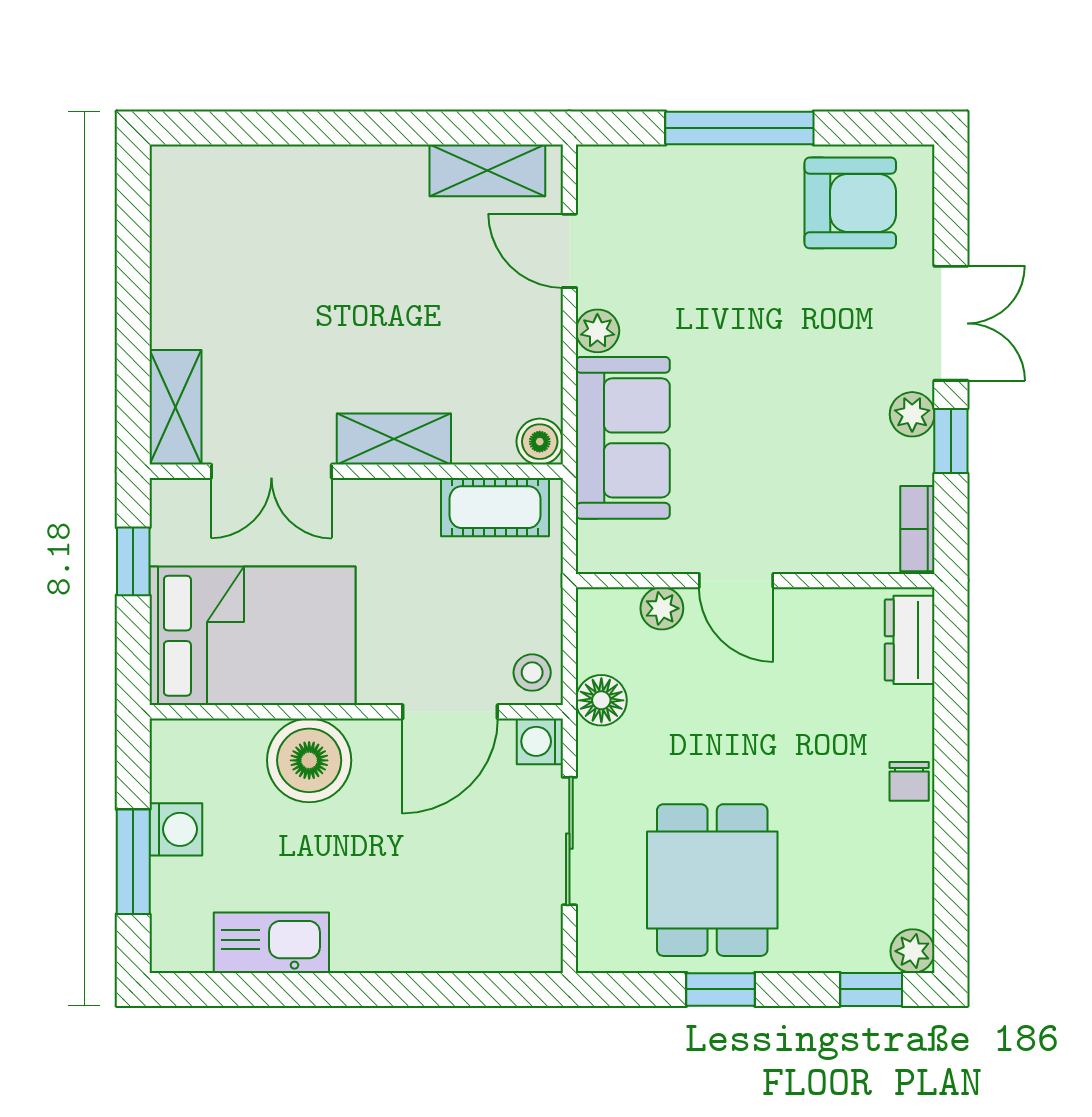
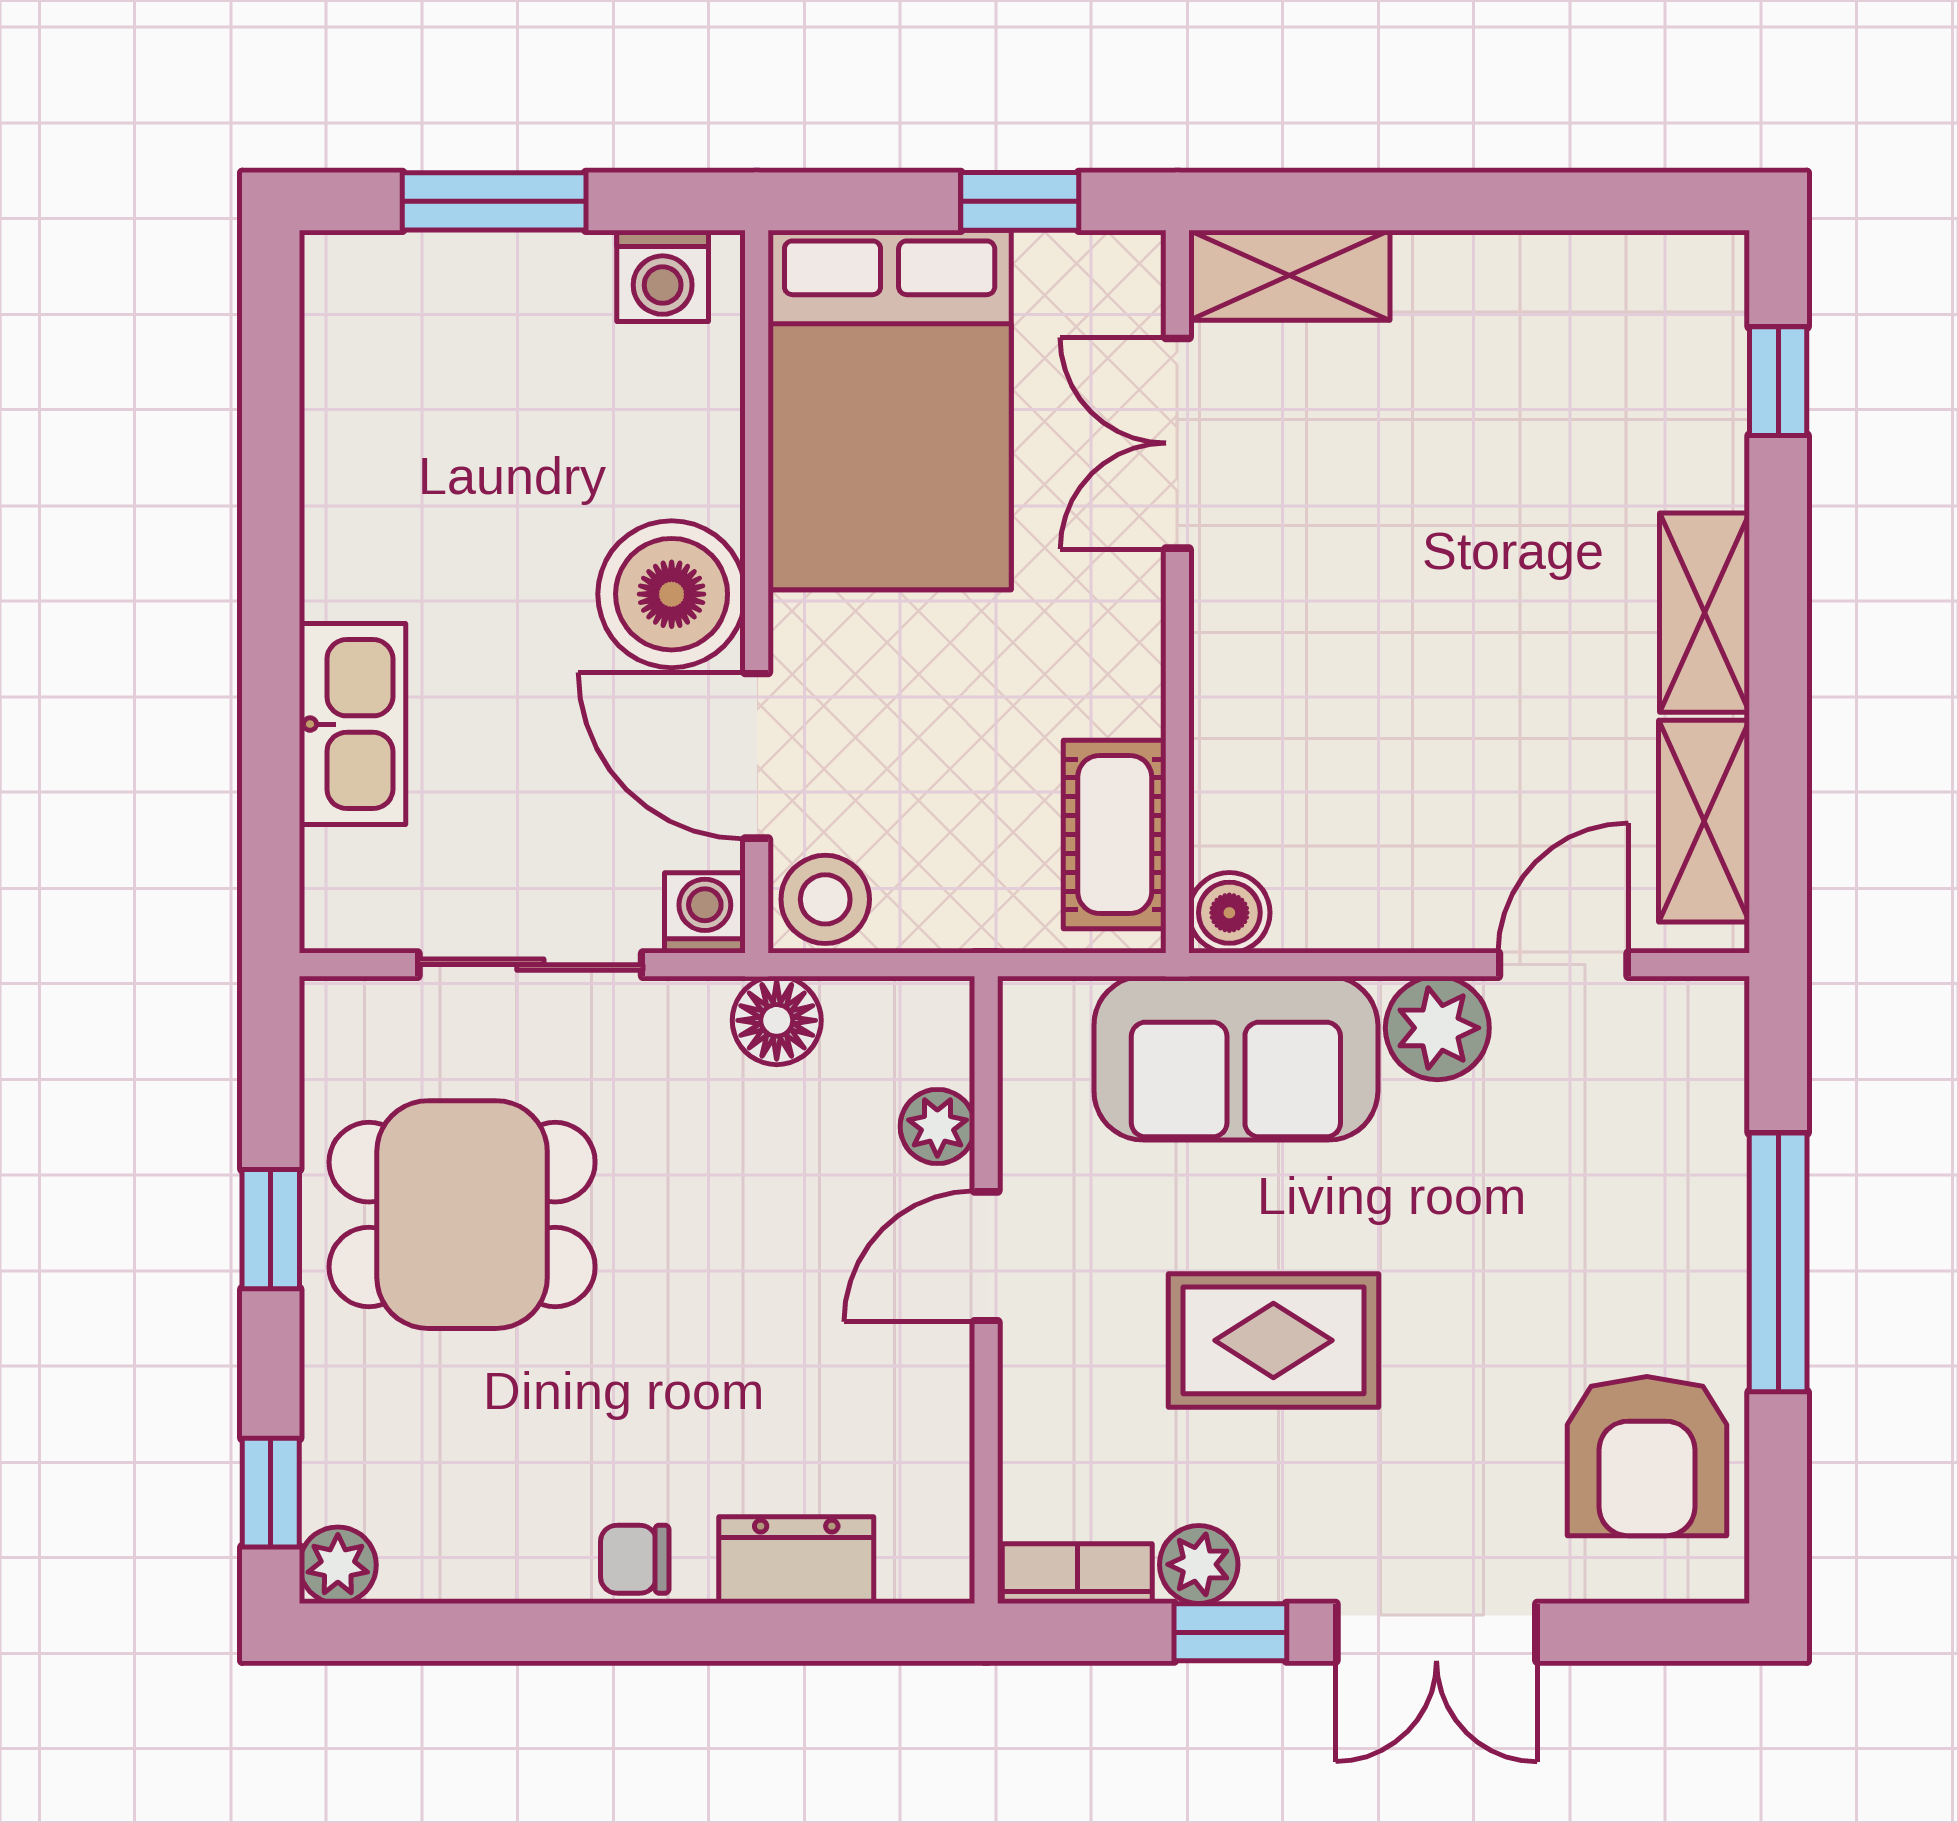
window: (236, 128) -> (1778, 381), added
plant: (597, 331) -> (1437, 1028), width x1.38, depth x1.38
plant: (912, 414) -> (1199, 1564), moved
rug: (784, 416) -> (1273, 1340), added
shelving: (394, 439) -> (1705, 613), moved
dresser: (910, 640) -> (796, 1560), moved
stool: (532, 673) -> (825, 899), width x1.37, depth x1.37
boiler: (309, 760) -> (672, 594), moved
washing machine: (176, 829) -> (663, 276), moved
kitchen sink: (271, 943) -> (353, 724), moved

